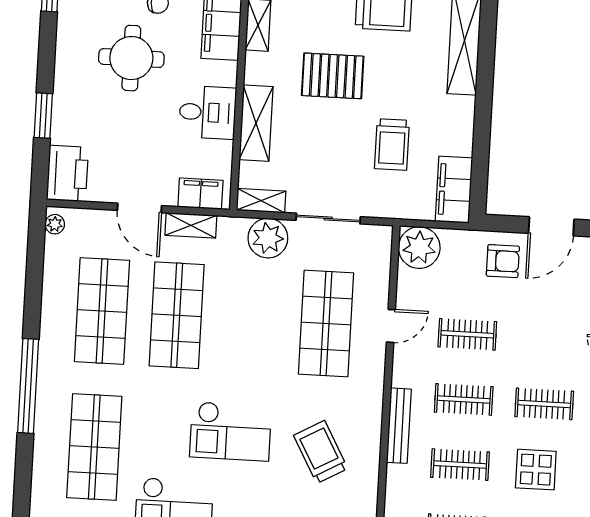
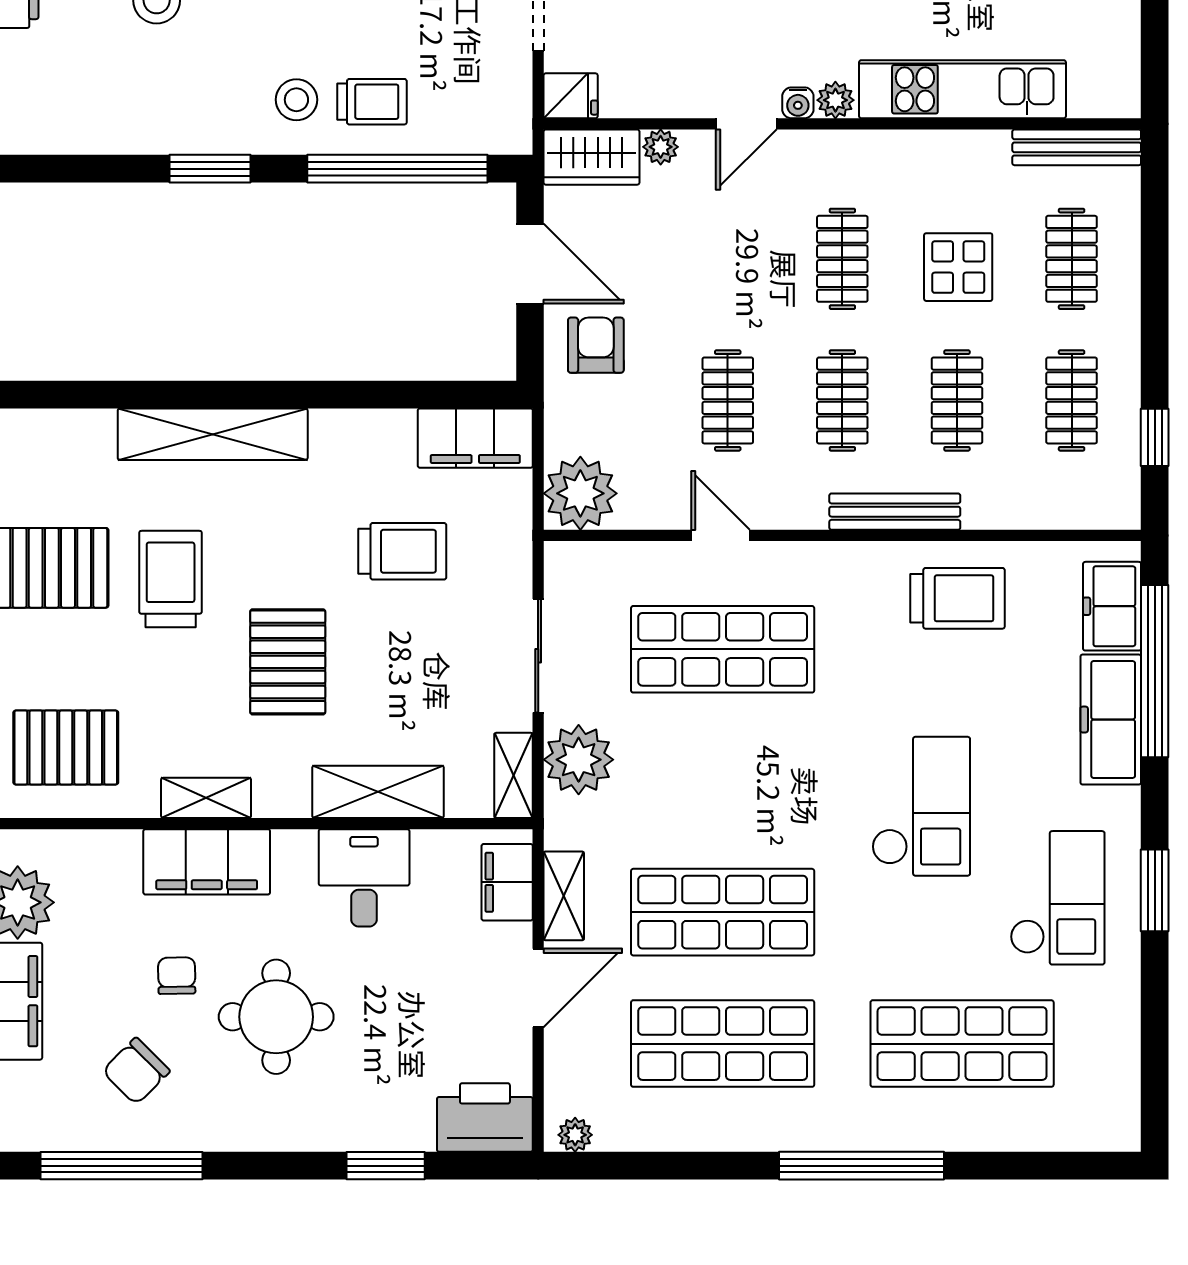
trolley: (321, 452) -> (957, 598), moved, turned -151

